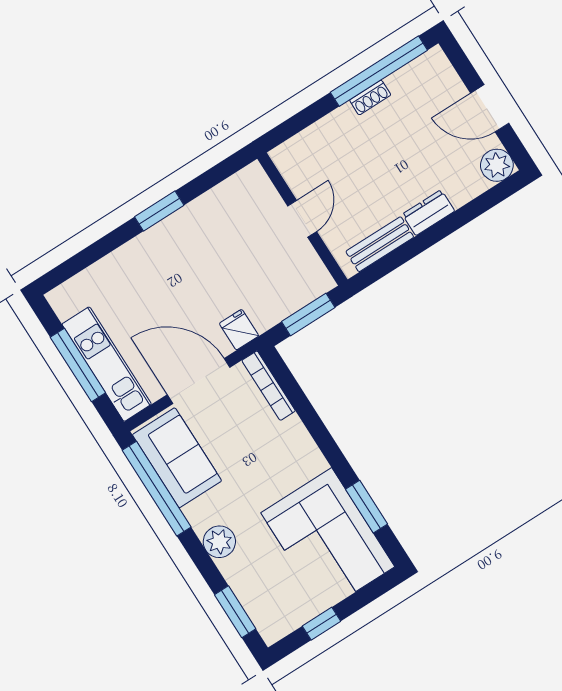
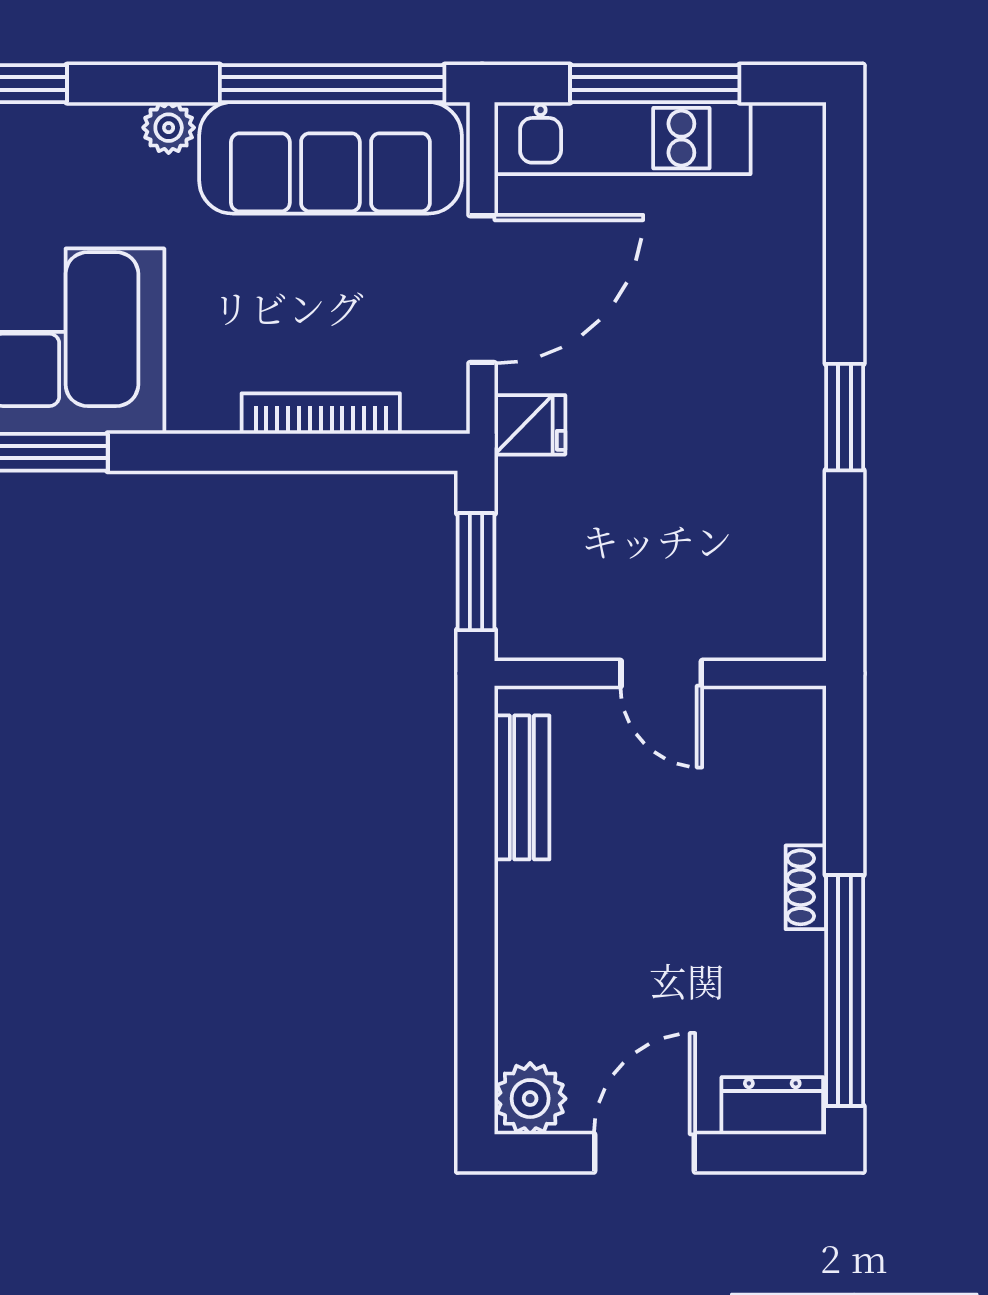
shoe rack: (370, 98) -> (806, 887), moved
dresser: (428, 213) -> (772, 1106), moved, turned -90
bookcase: (269, 386) -> (321, 414), moved
sofa: (177, 458) -> (330, 158), width x1.36
plant: (219, 542) -> (169, 128), width x0.73, depth x0.73

